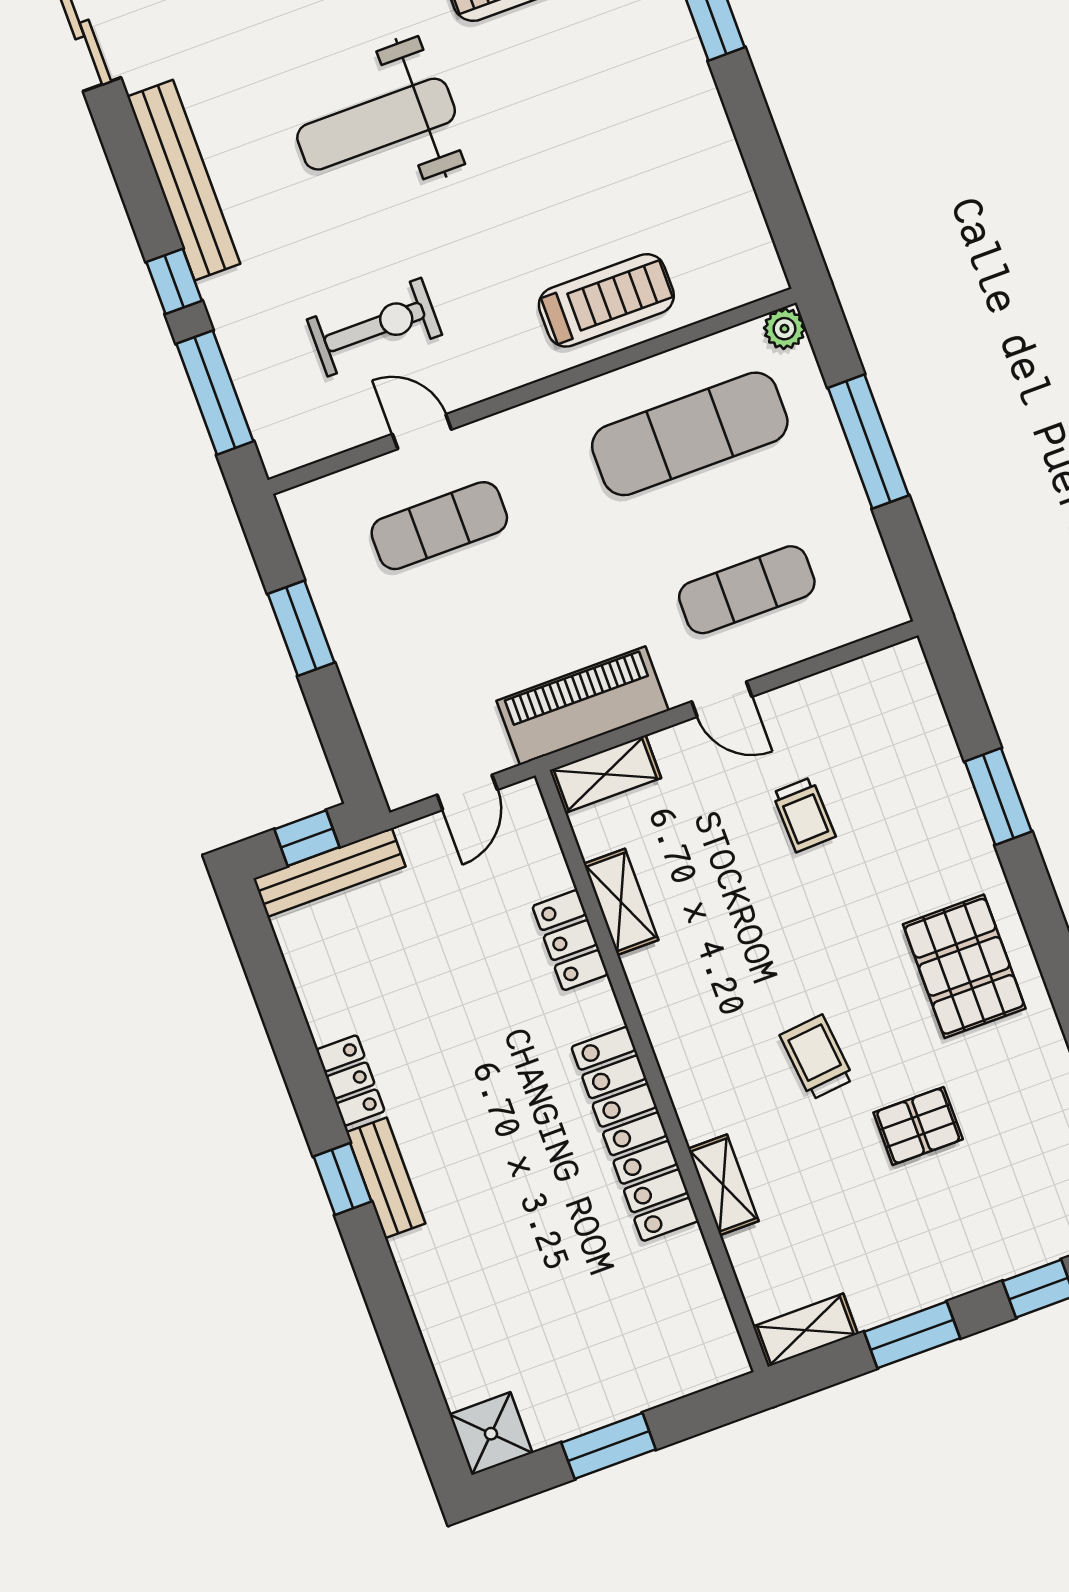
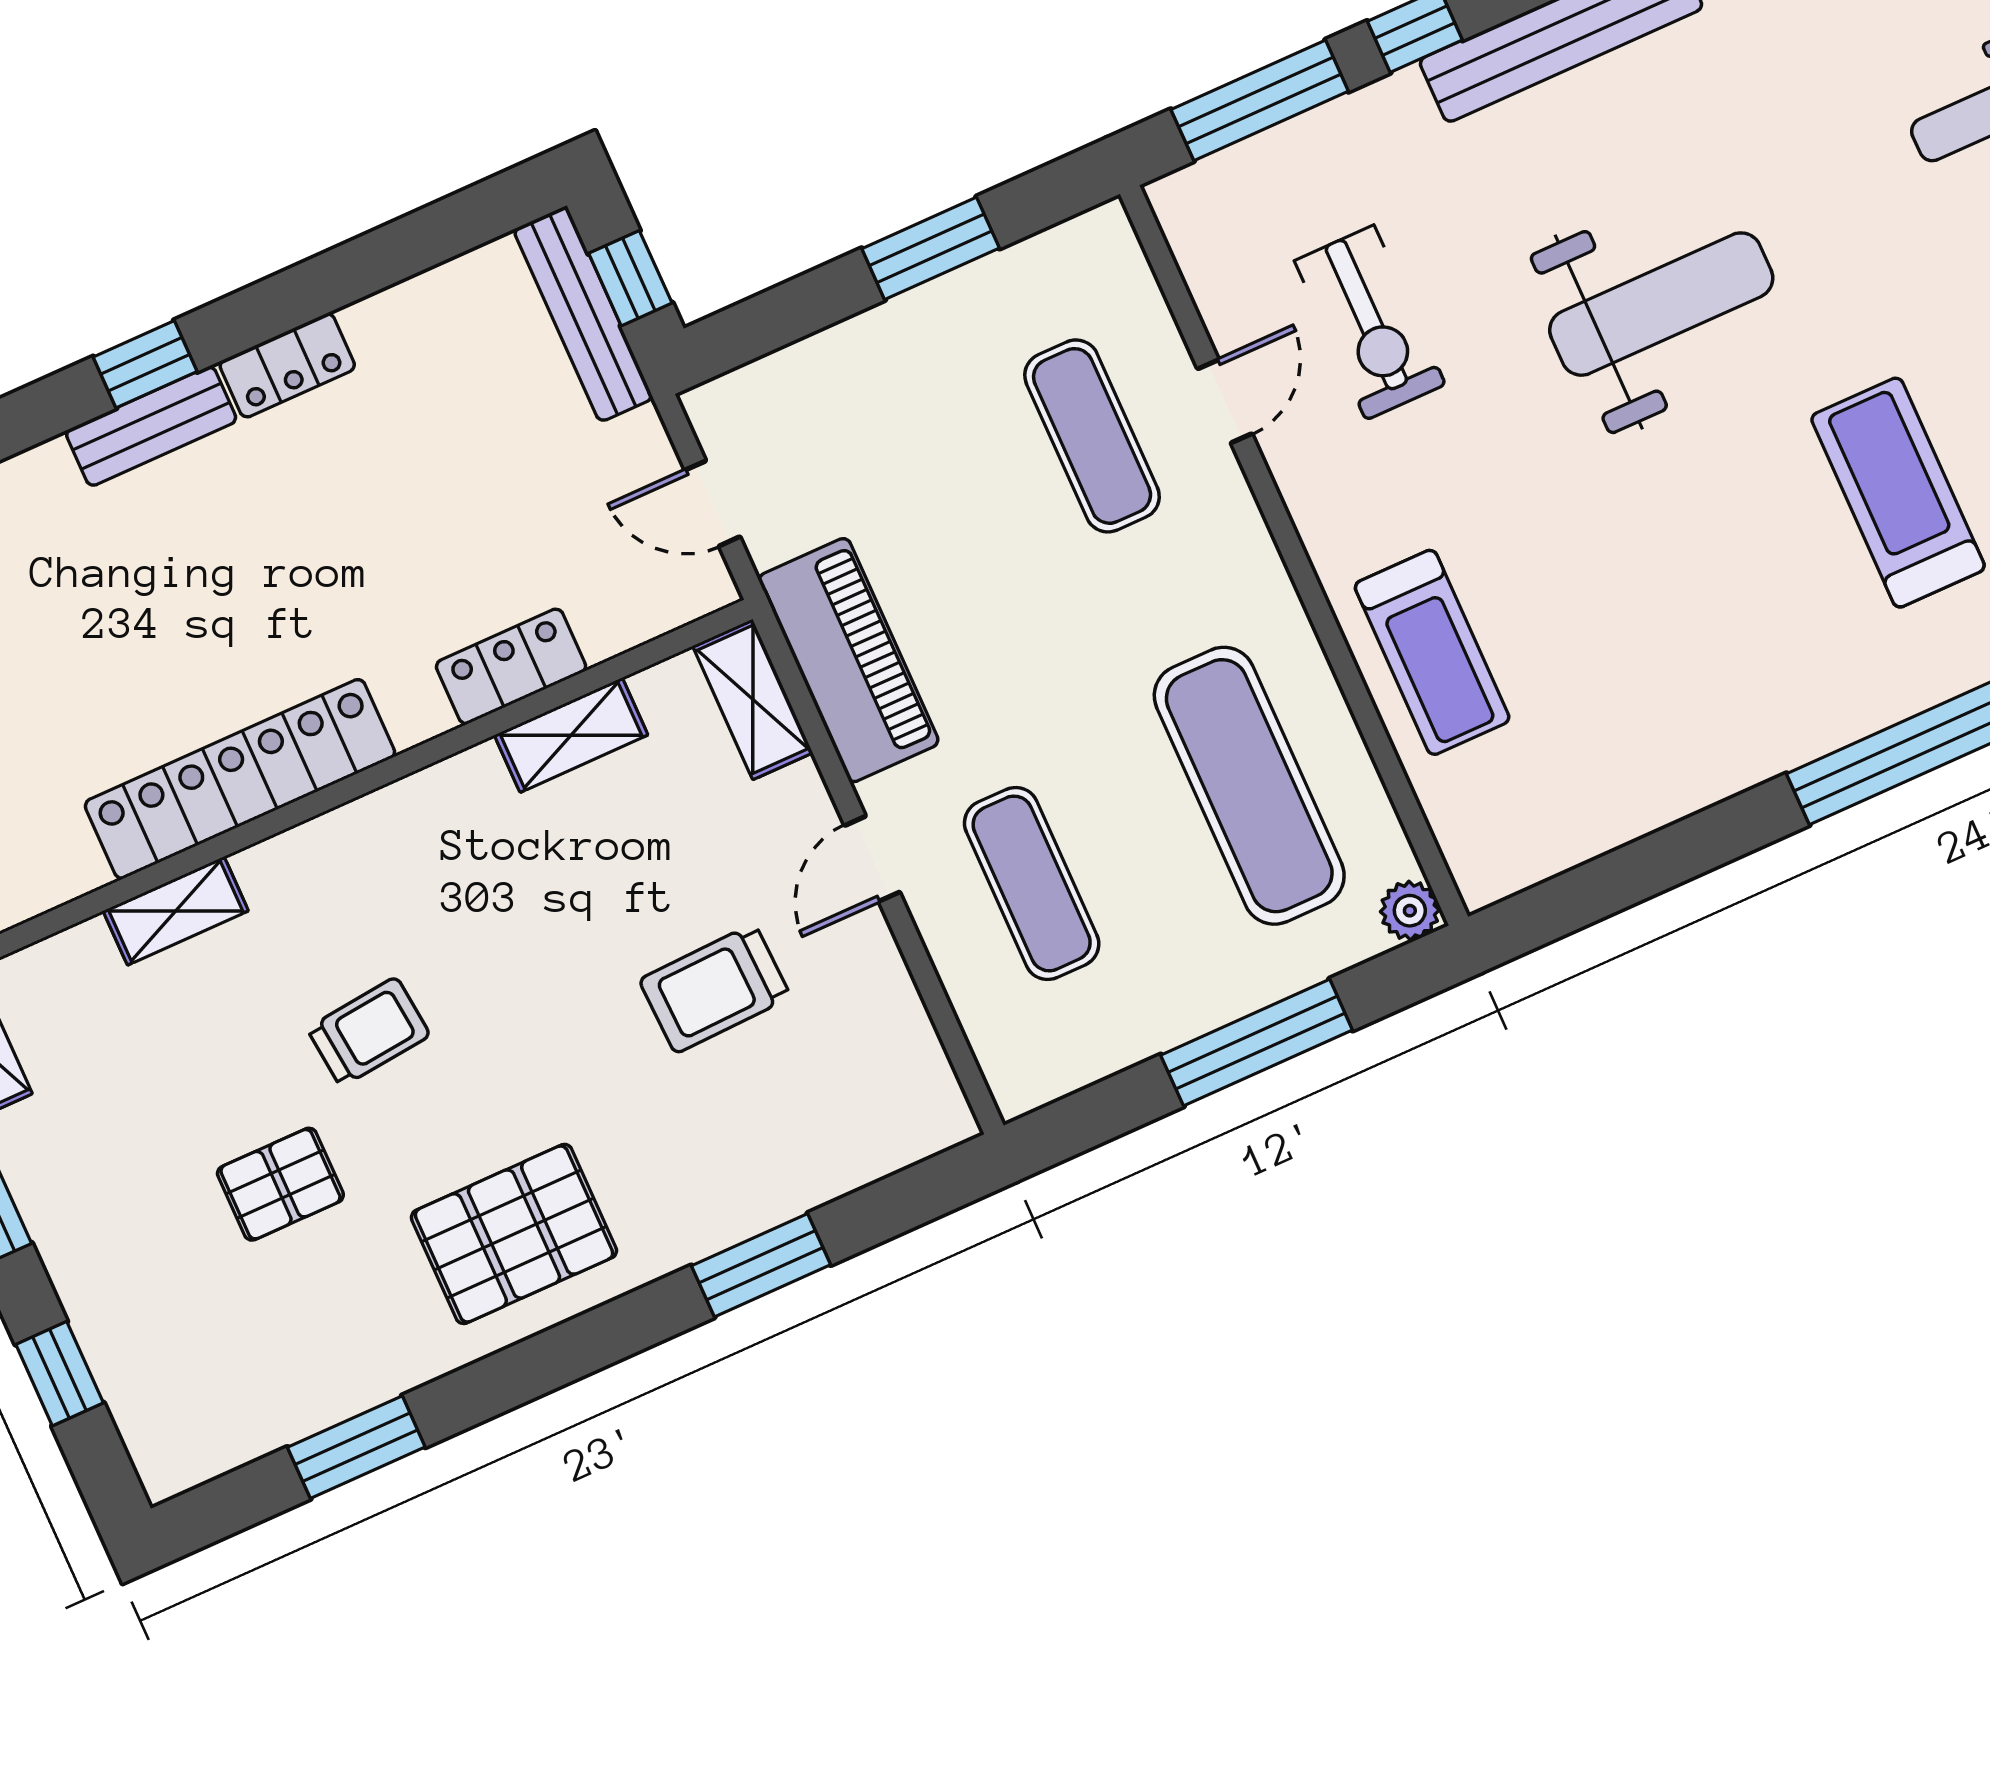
weight bench: (376, 124) -> (1661, 304), turned 90
trolley: (804, 815) -> (715, 988), width x1.36, depth x1.39
pallet: (918, 1126) -> (280, 1184), turned 90

